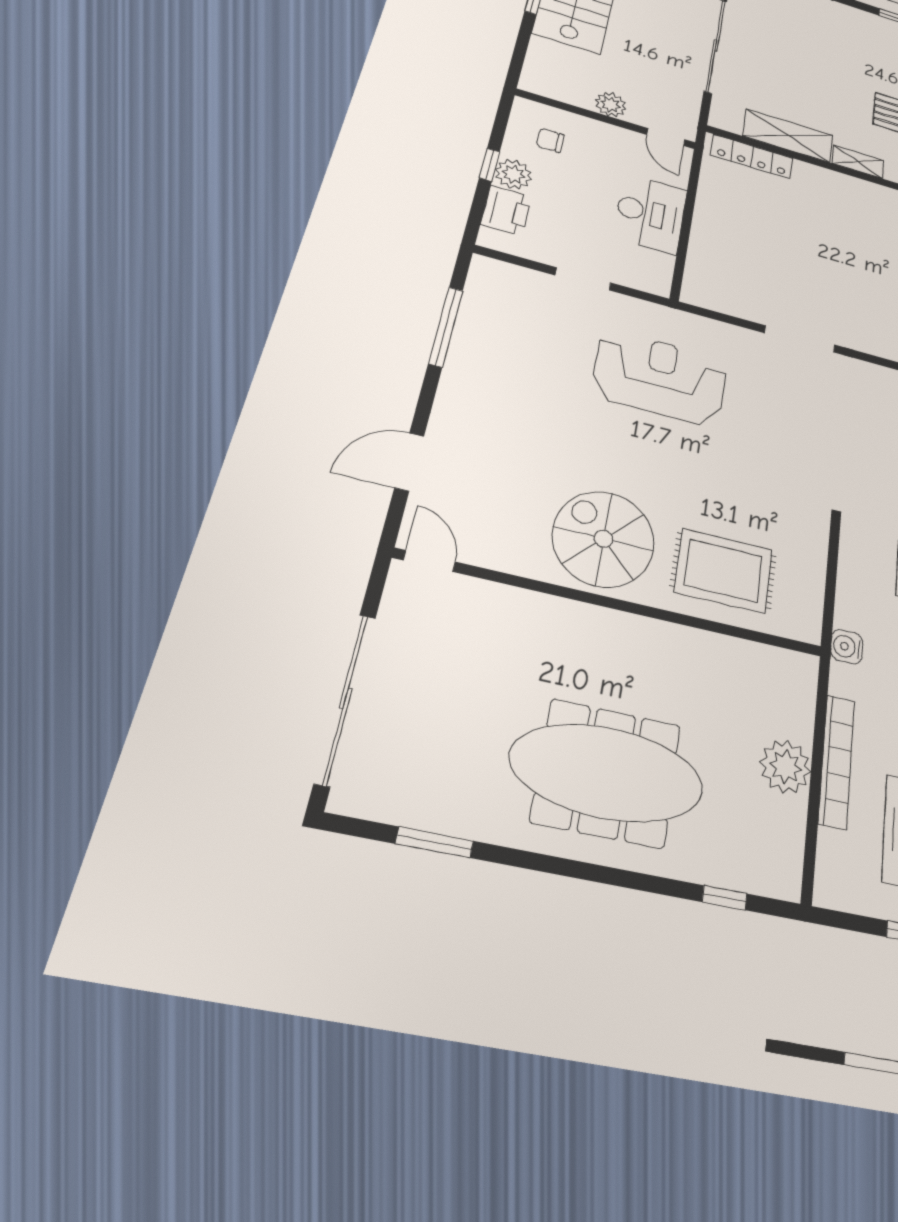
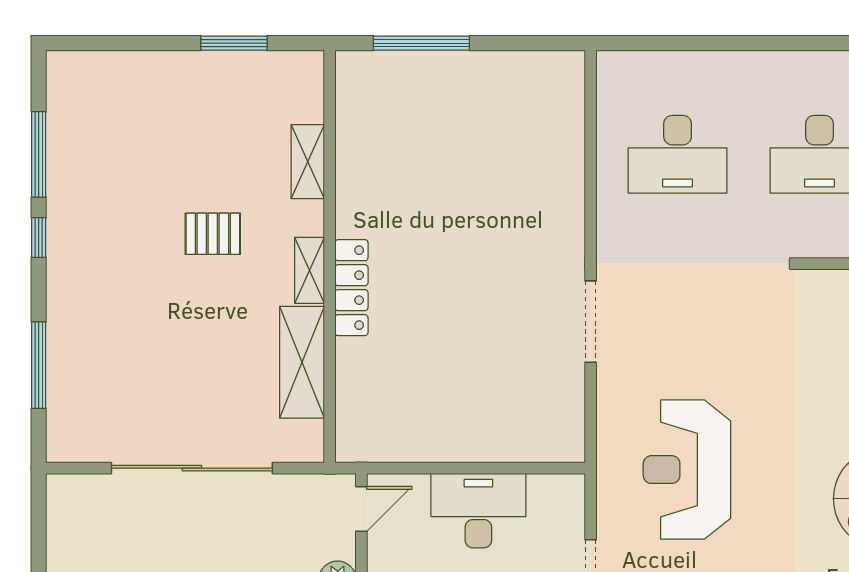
locker: (752, 157) -> (351, 288), moved

